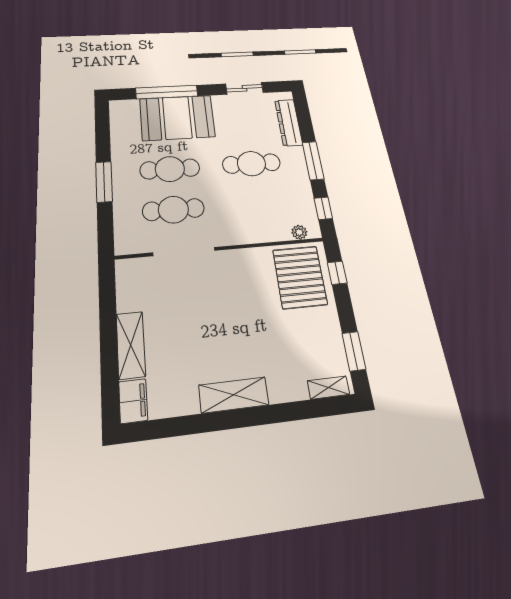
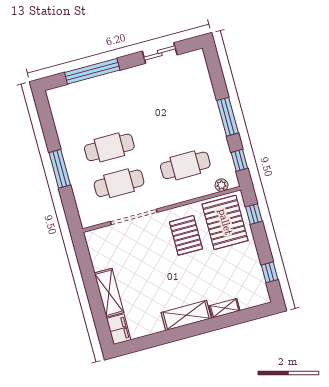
booth: (177, 118) -> (106, 96), removed
dresser: (289, 122) -> (203, 82), removed
cafe table: (251, 164) -> (185, 165), moved
pallet: (248, 285) -> (186, 235), added
window: (354, 351) -> (270, 272), width x0.67
shelving: (328, 388) -> (225, 308), moved

